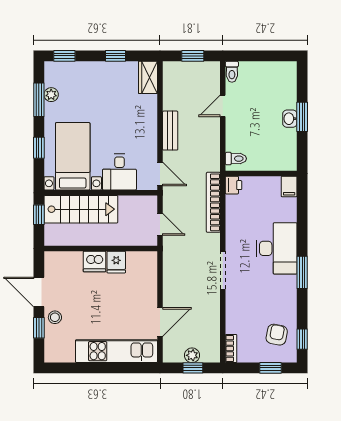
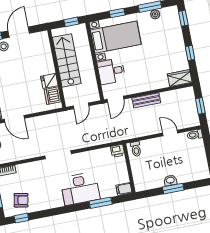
bookcase: (213, 202) -> (103, 139), removed
stairs: (81, 209) -> (67, 60), moved, turned 180
dishwasher: (94, 262) -> (53, 96), moved
window: (302, 272) -> (101, 203), moved

